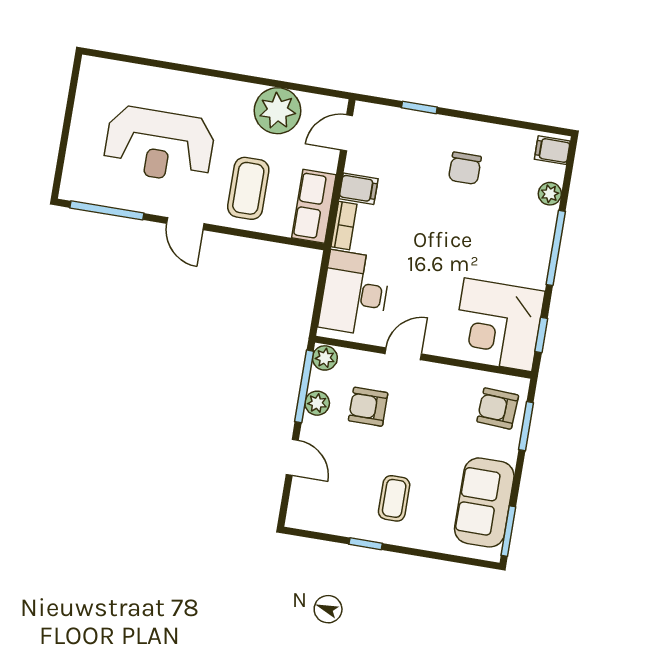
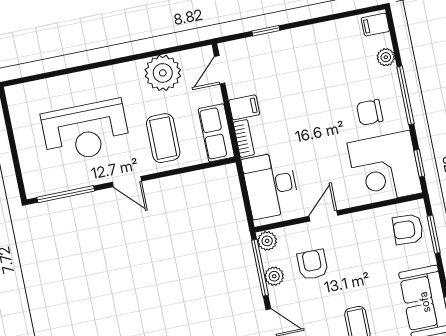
chair: (465, 168) -> (370, 112), moved, turned 90
armchair: (368, 407) -> (312, 265), turned 90

